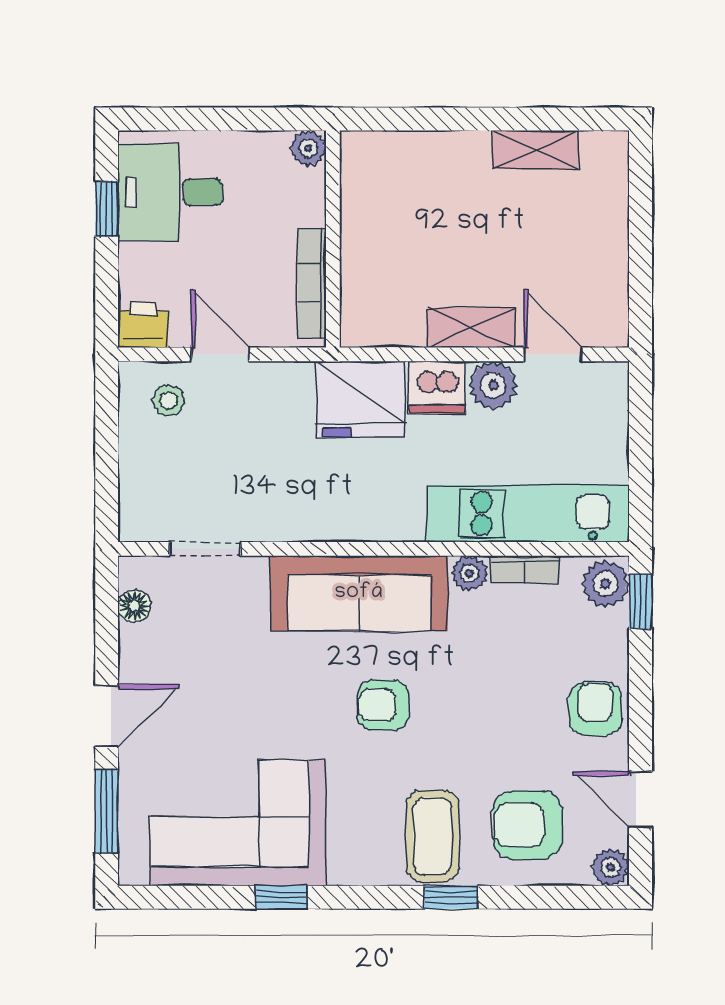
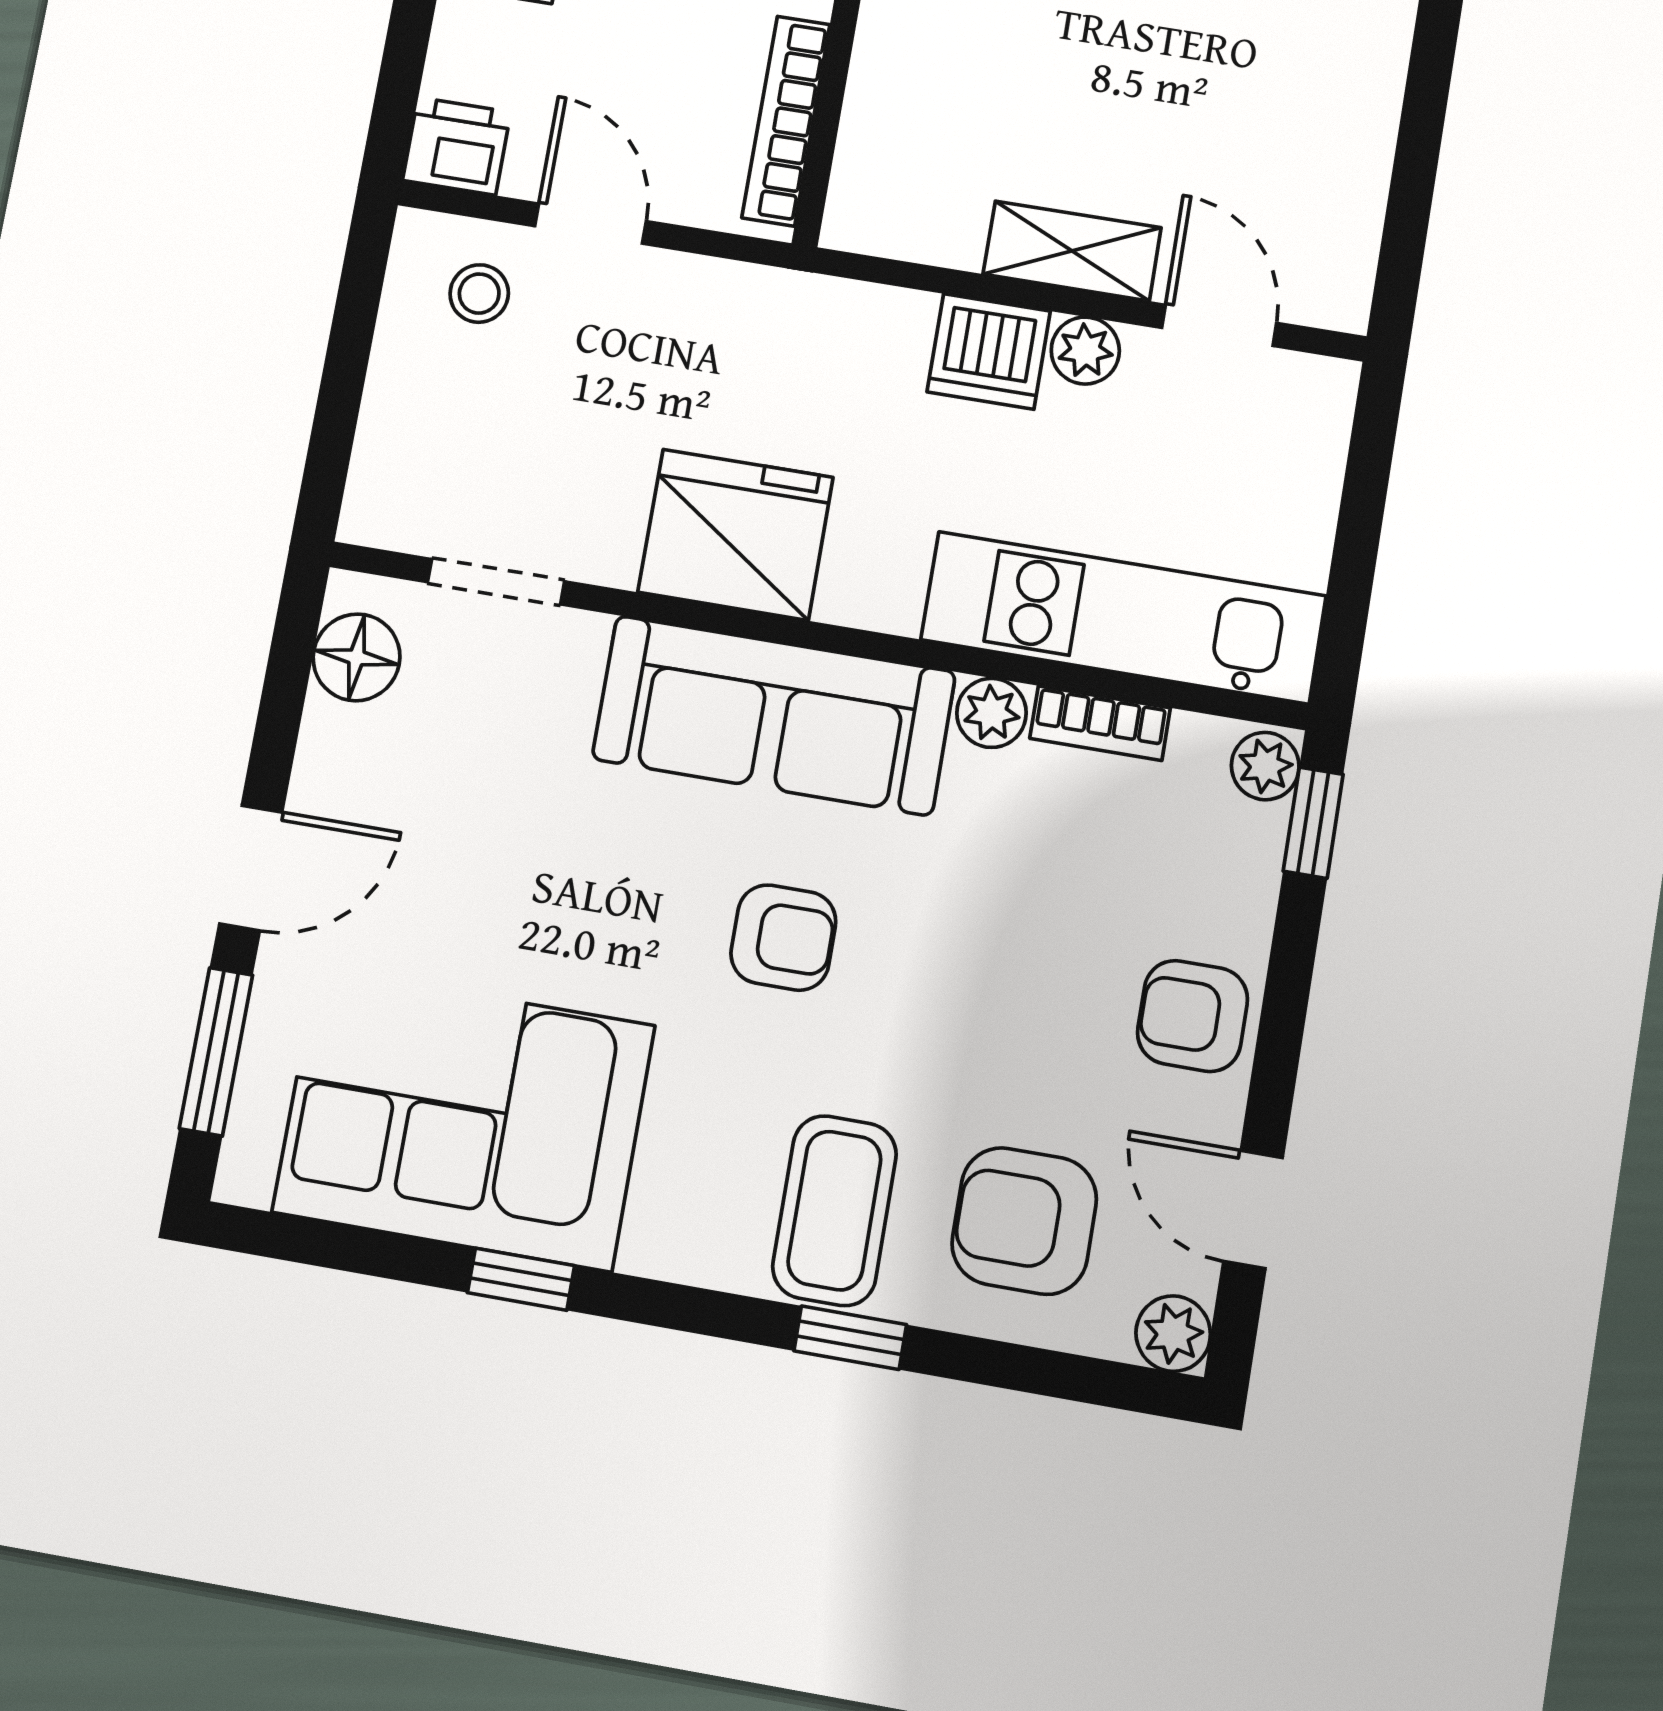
plant: (493, 385) -> (1085, 351), width x0.73, depth x0.73
fridge: (360, 399) -> (735, 535), moved, turned 180
plant: (605, 584) -> (1265, 766), width x0.73, depth x0.73
floor lamp: (134, 606) -> (357, 657), width x1.37, depth x1.37
armchair: (383, 705) -> (783, 938), turned 180
armchair: (595, 709) -> (1192, 1016), turned -90

